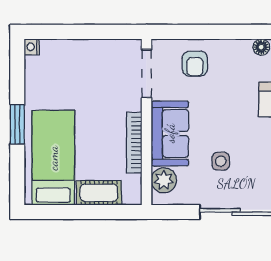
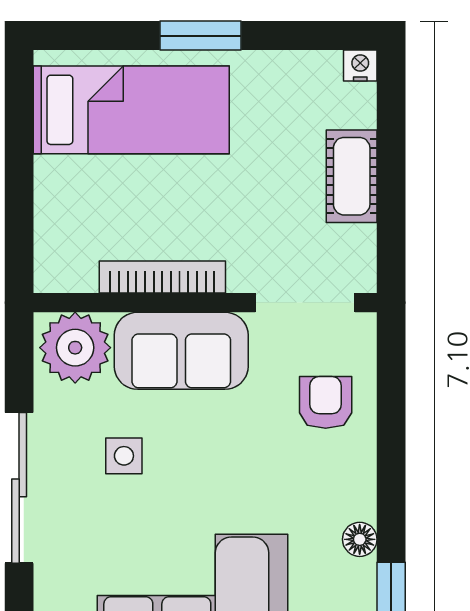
armchair: (195, 64) -> (326, 402), turned 90
plant: (164, 180) -> (75, 348), width x1.36, depth x1.36
cot: (99, 193) -> (352, 176), moved

